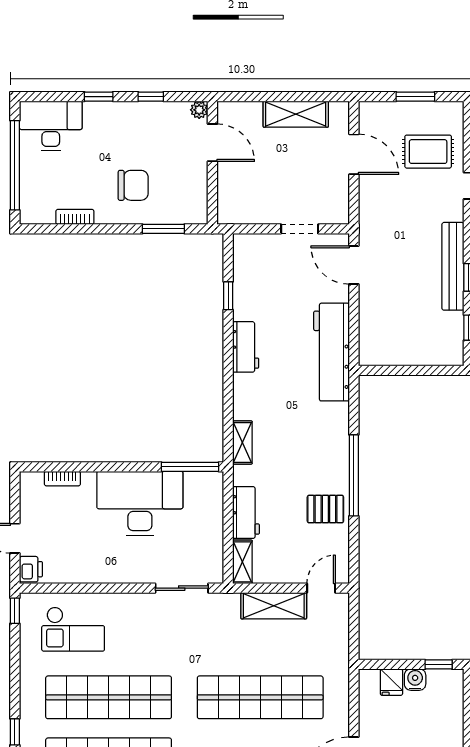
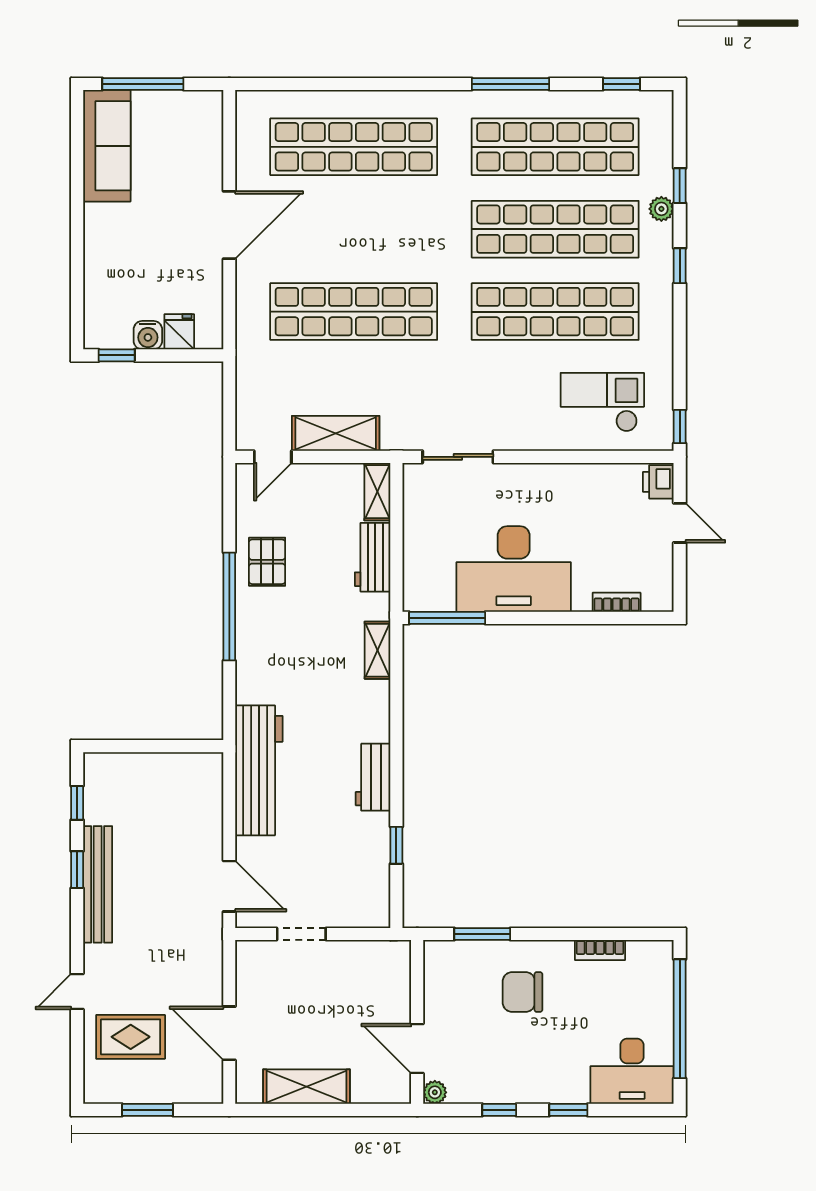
pallet: (325, 509) -> (267, 562), turned 90

